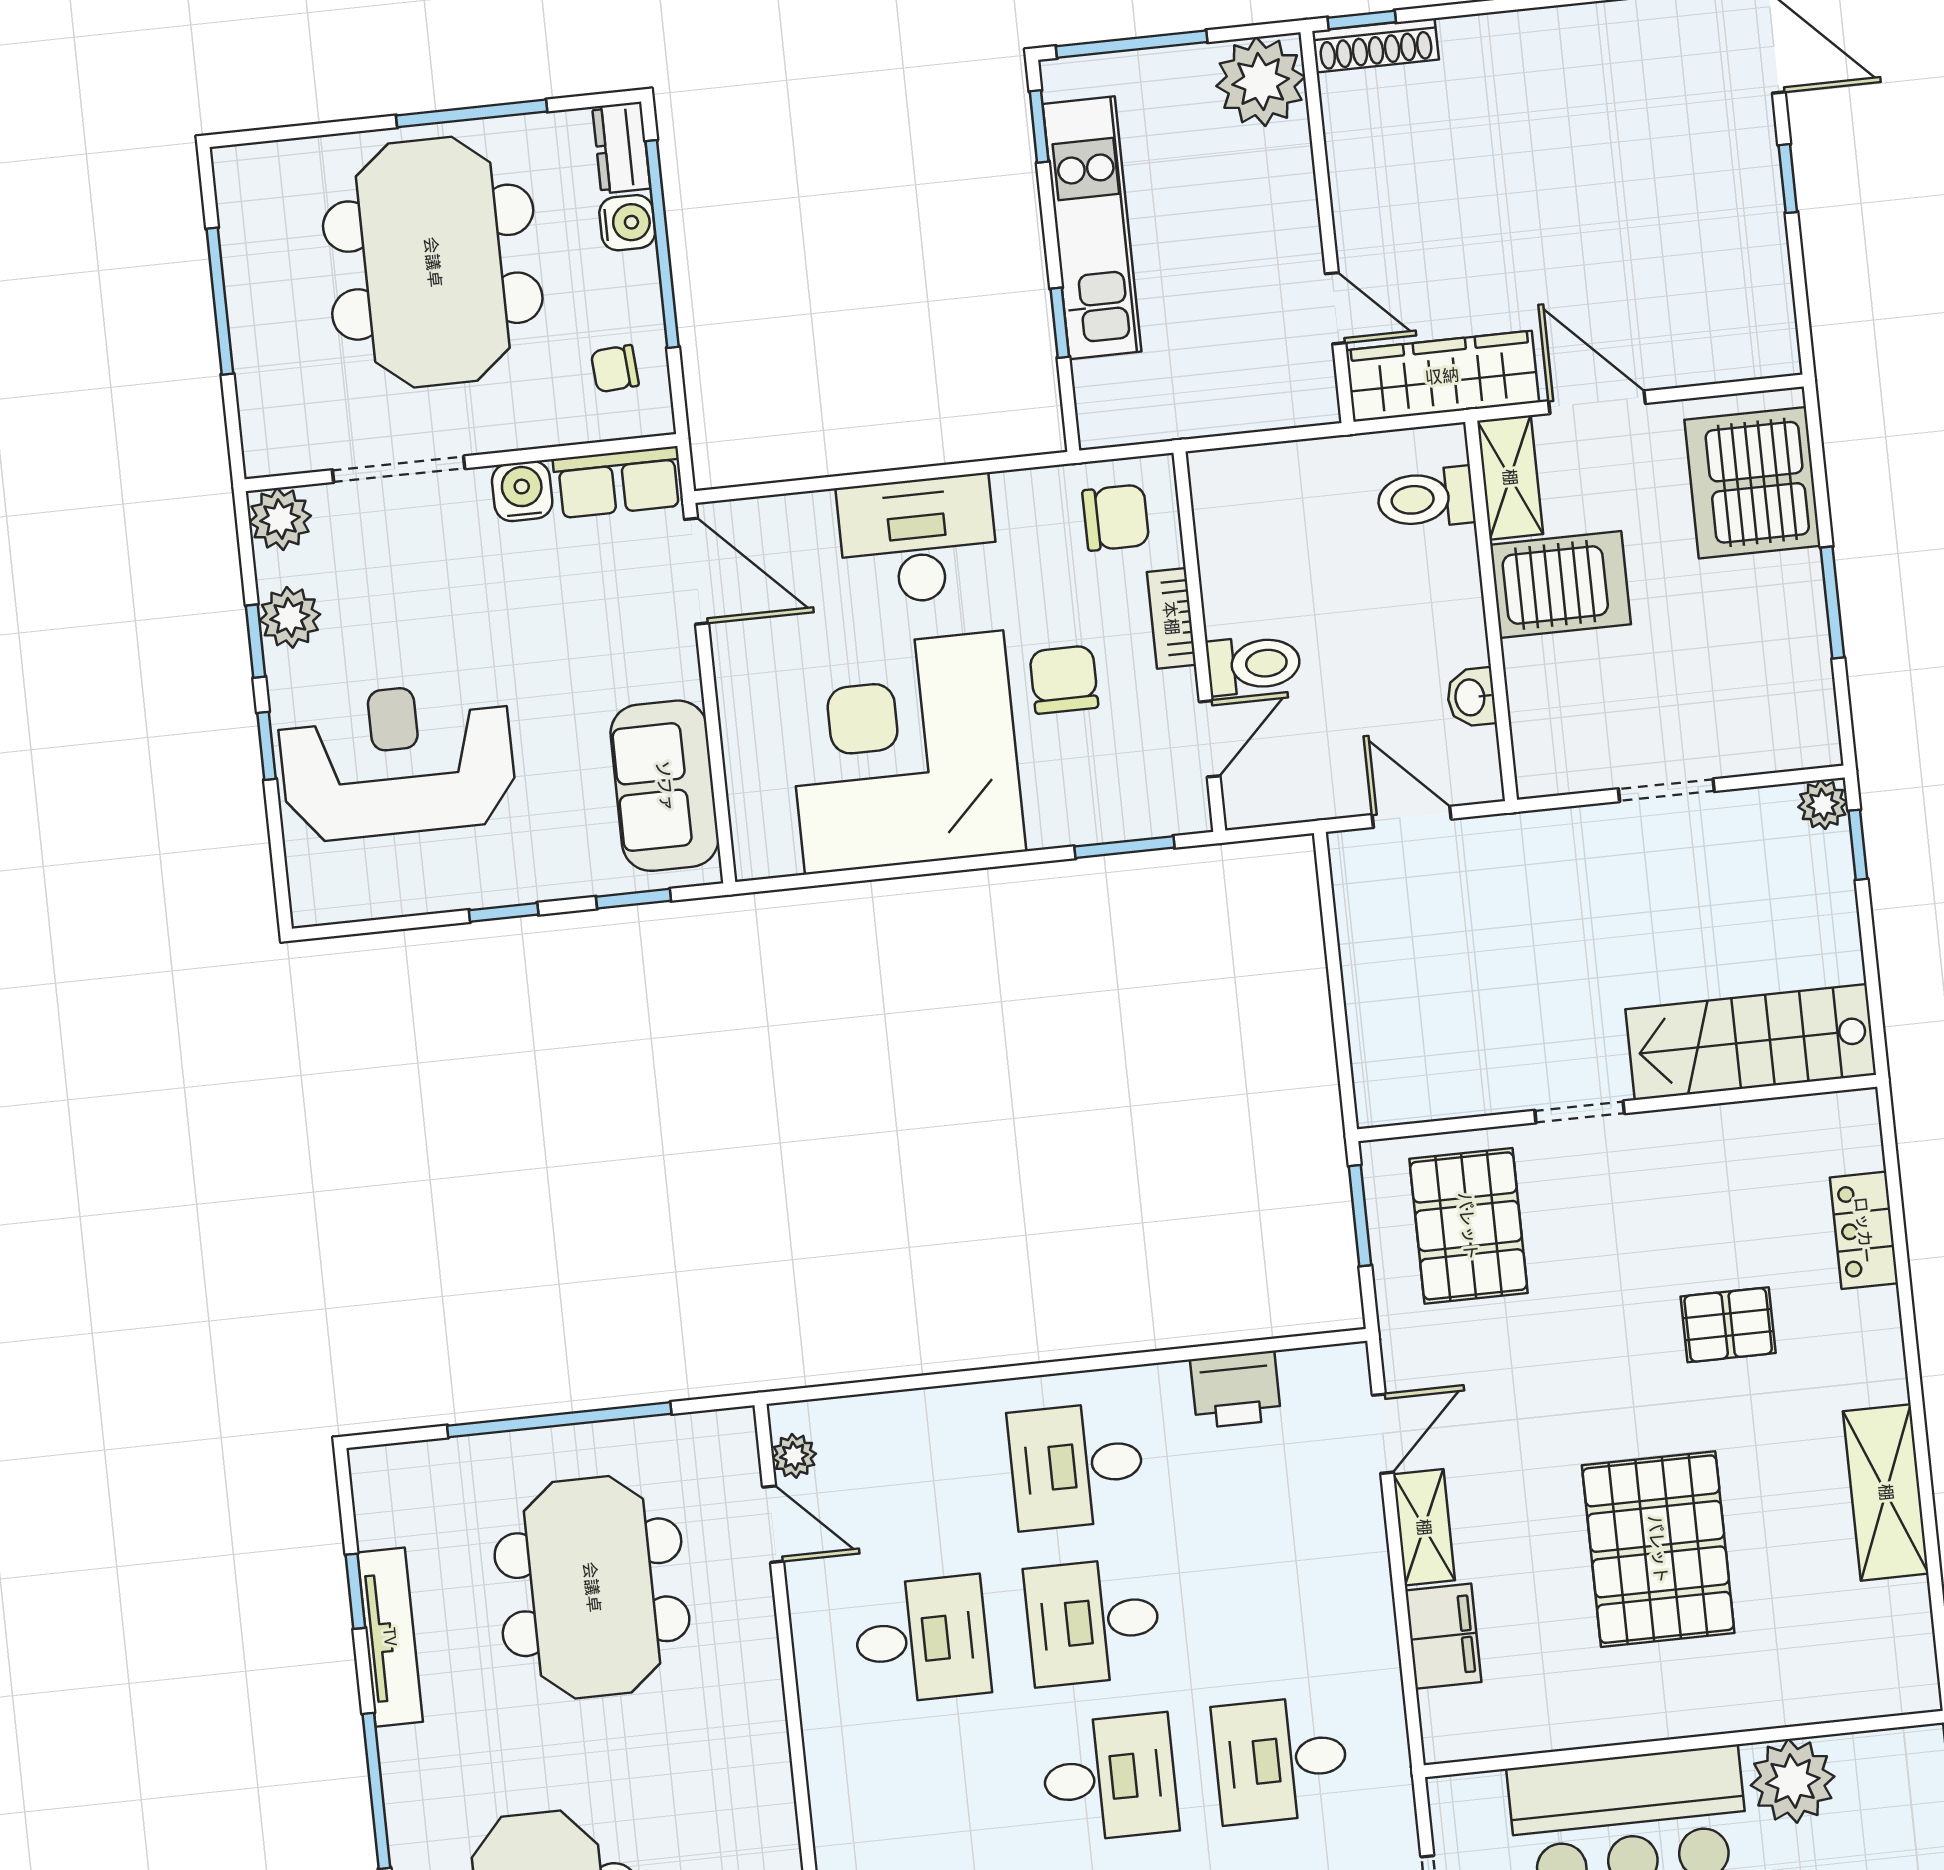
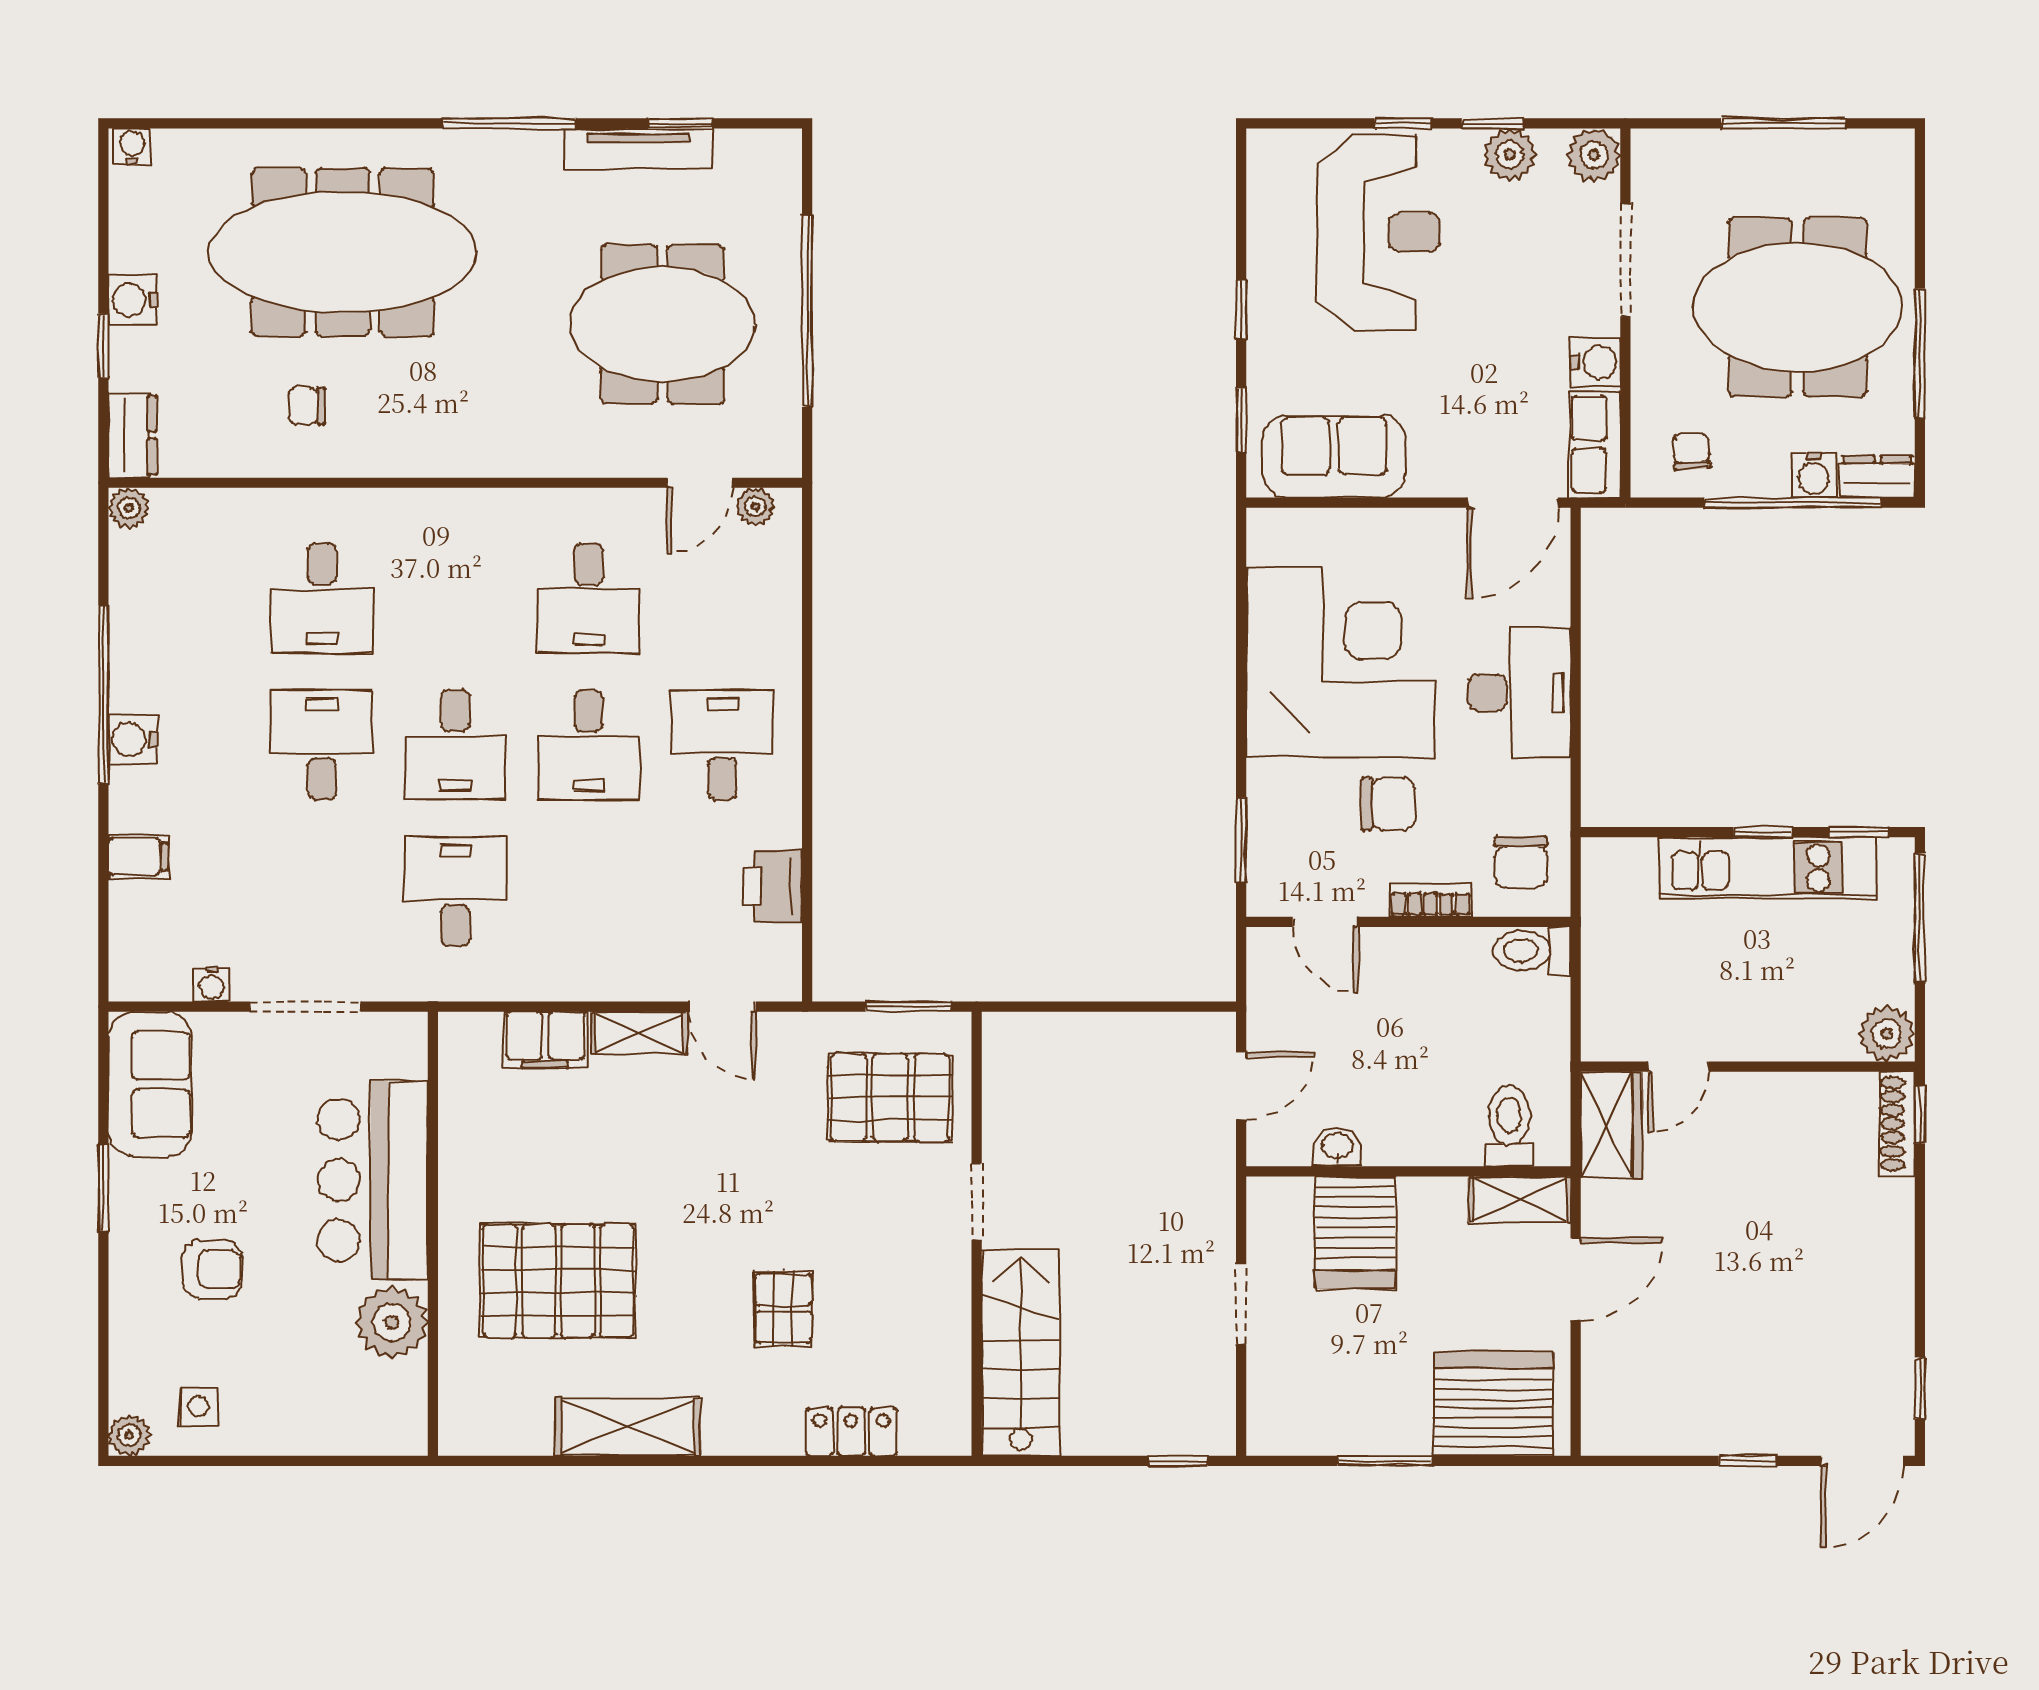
plant: (1261, 82) -> (1887, 1034), width x0.73, depth x0.73
window: (1060, 323) -> (1763, 832), moved
wardrobe: (1442, 376) -> (1611, 1125), width x0.67
server rack: (1560, 584) -> (1355, 1232), moved
toilet: (1254, 664) -> (1532, 951), moved, turned 90
plant: (1823, 805) -> (1215, 1435), removed
pallet: (1658, 1549) -> (558, 1281), moved
desk: (1093, 1622) -> (589, 745), turned 180

